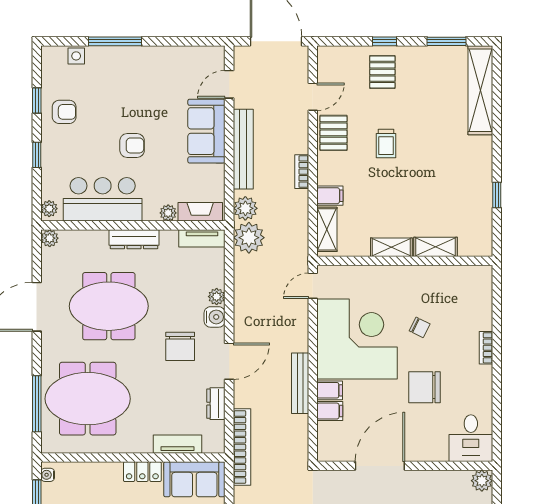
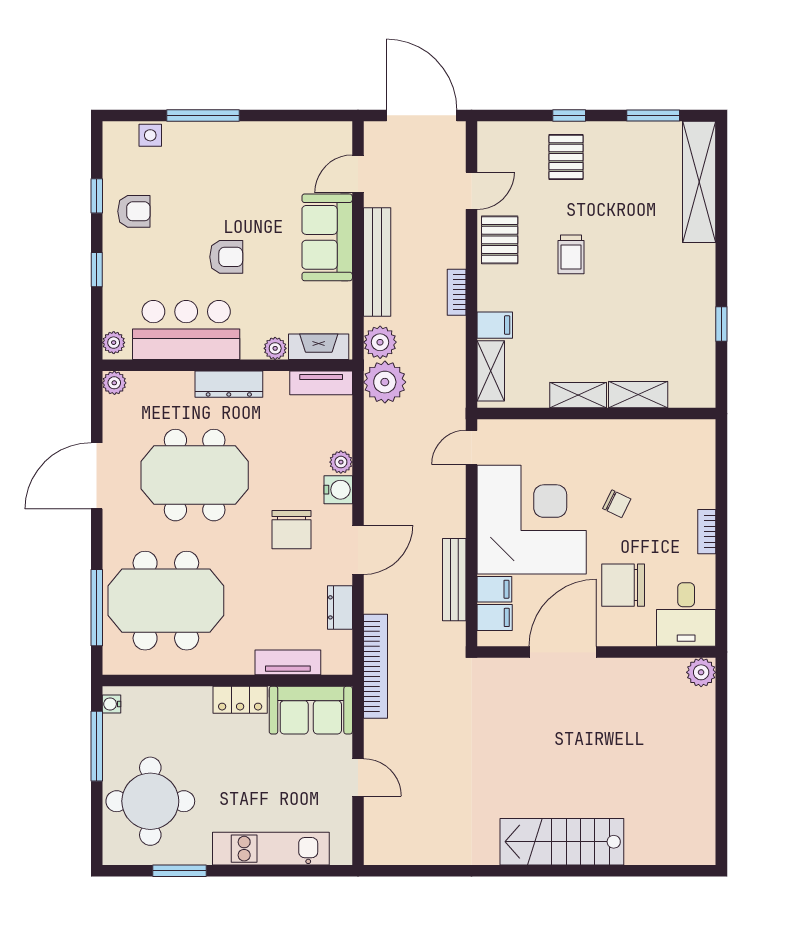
desk: (471, 438) -> (686, 615), moved
door: (380, 466) -> (563, 652), moved
wall: (405, 466) -> (596, 652), moved
plant: (482, 481) -> (701, 672), moved

